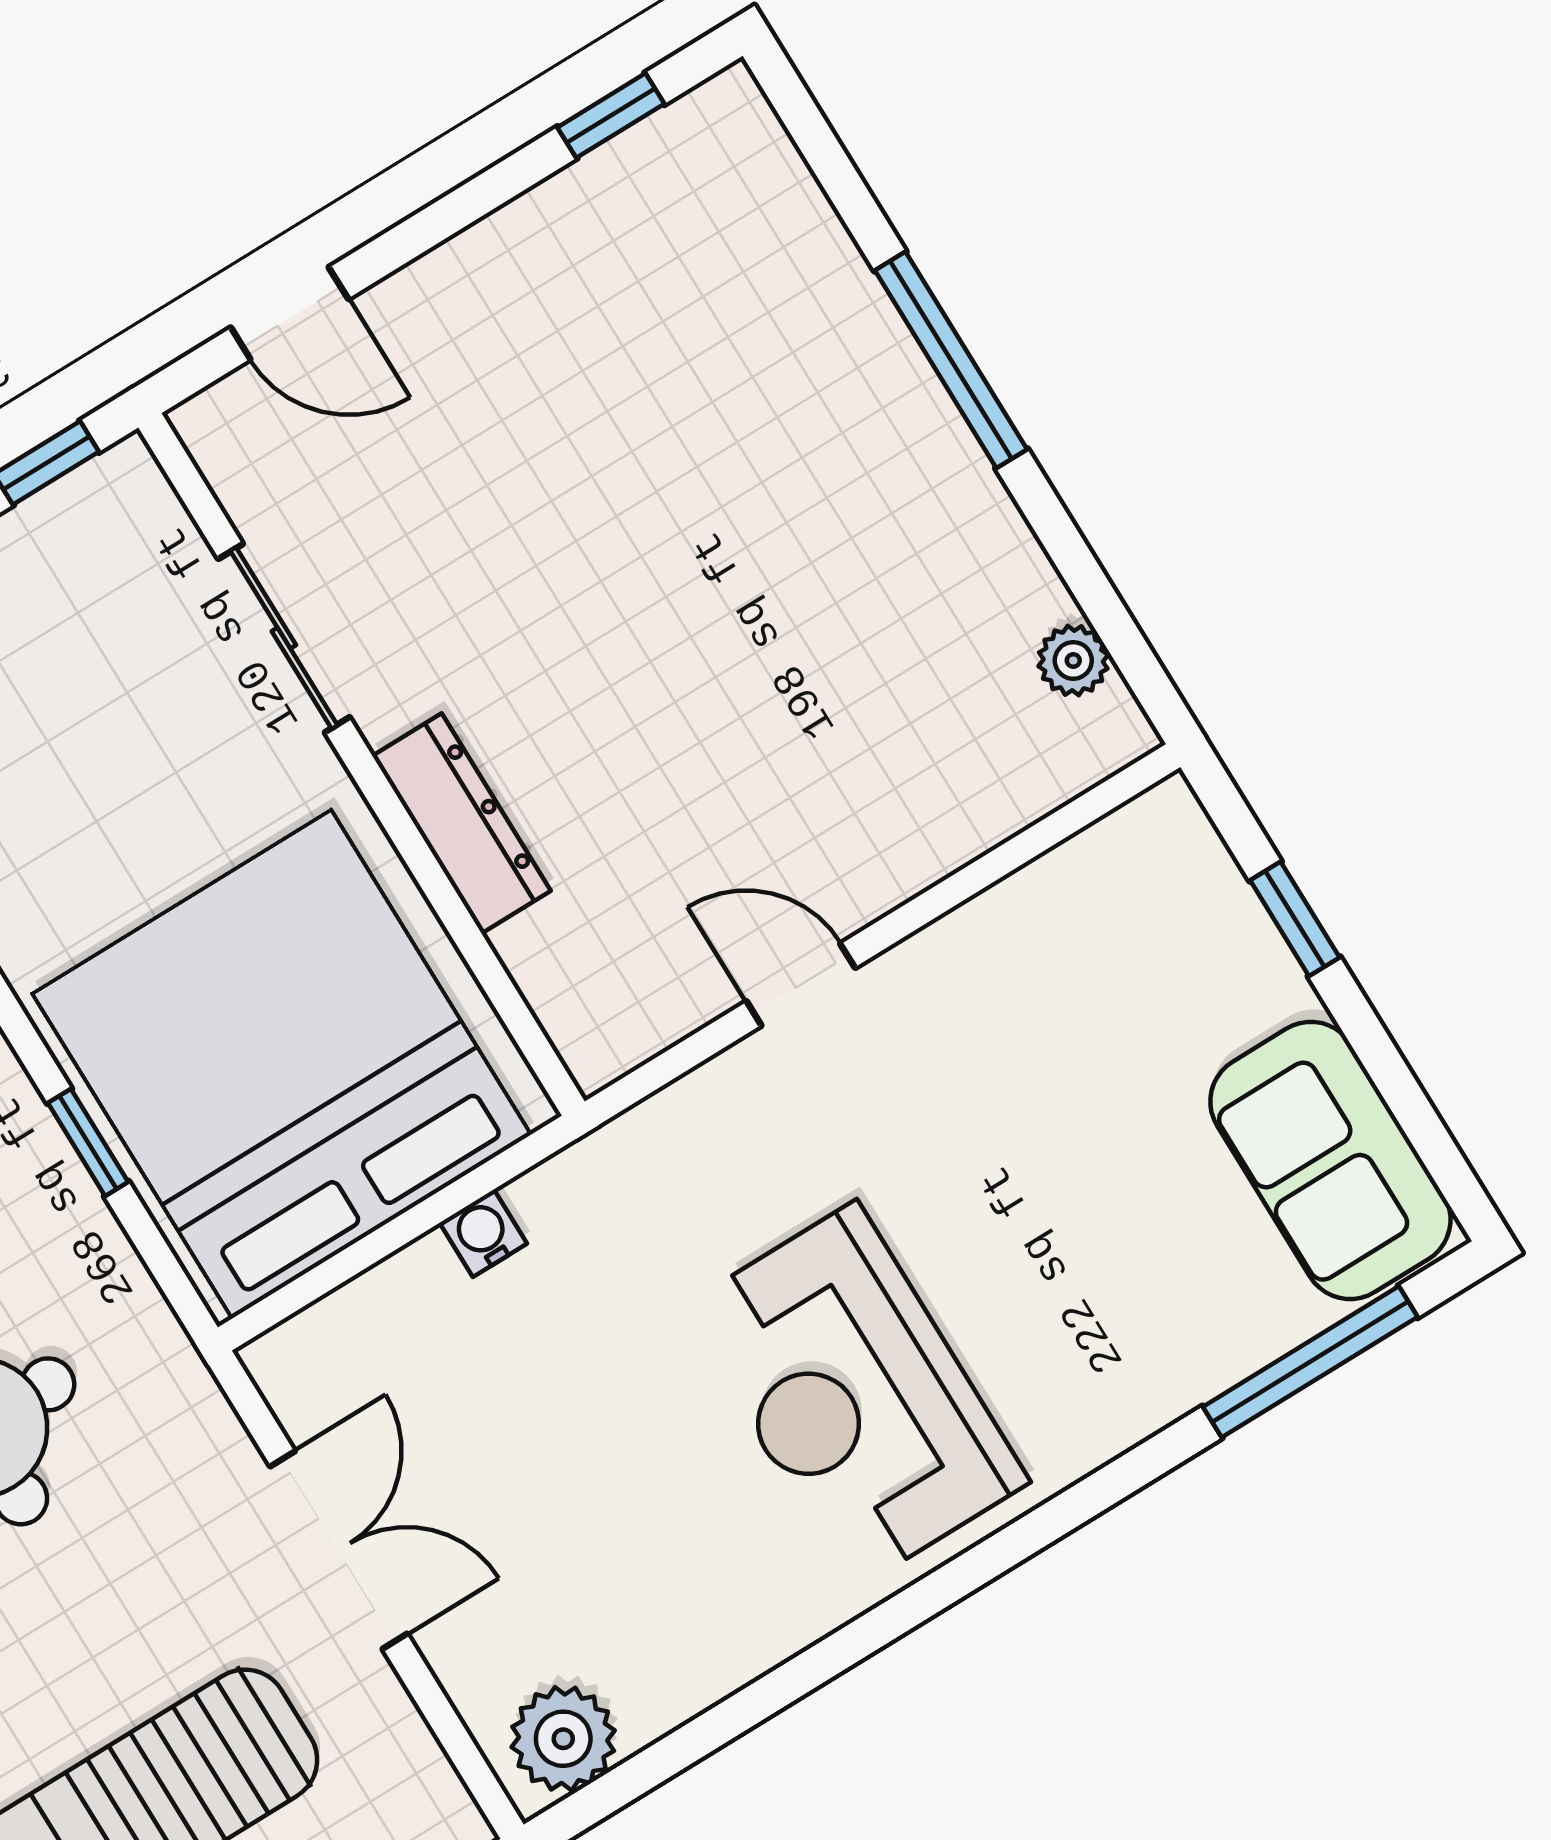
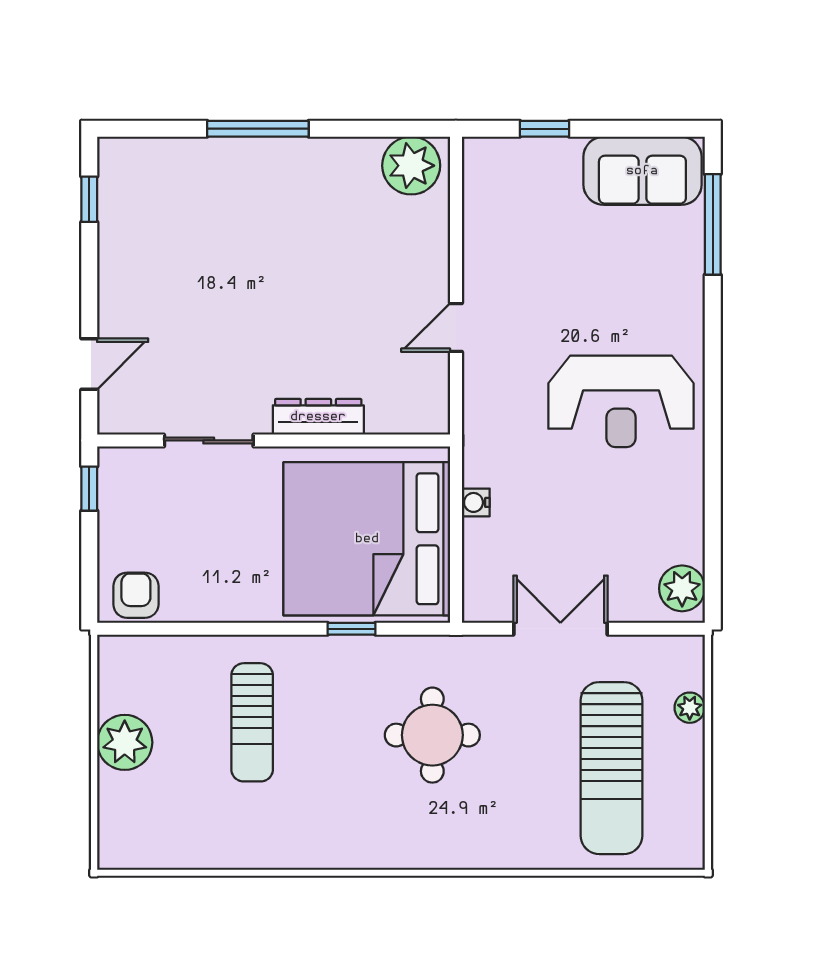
plant: (1073, 660) -> (411, 166), width x1.88, depth x1.88

